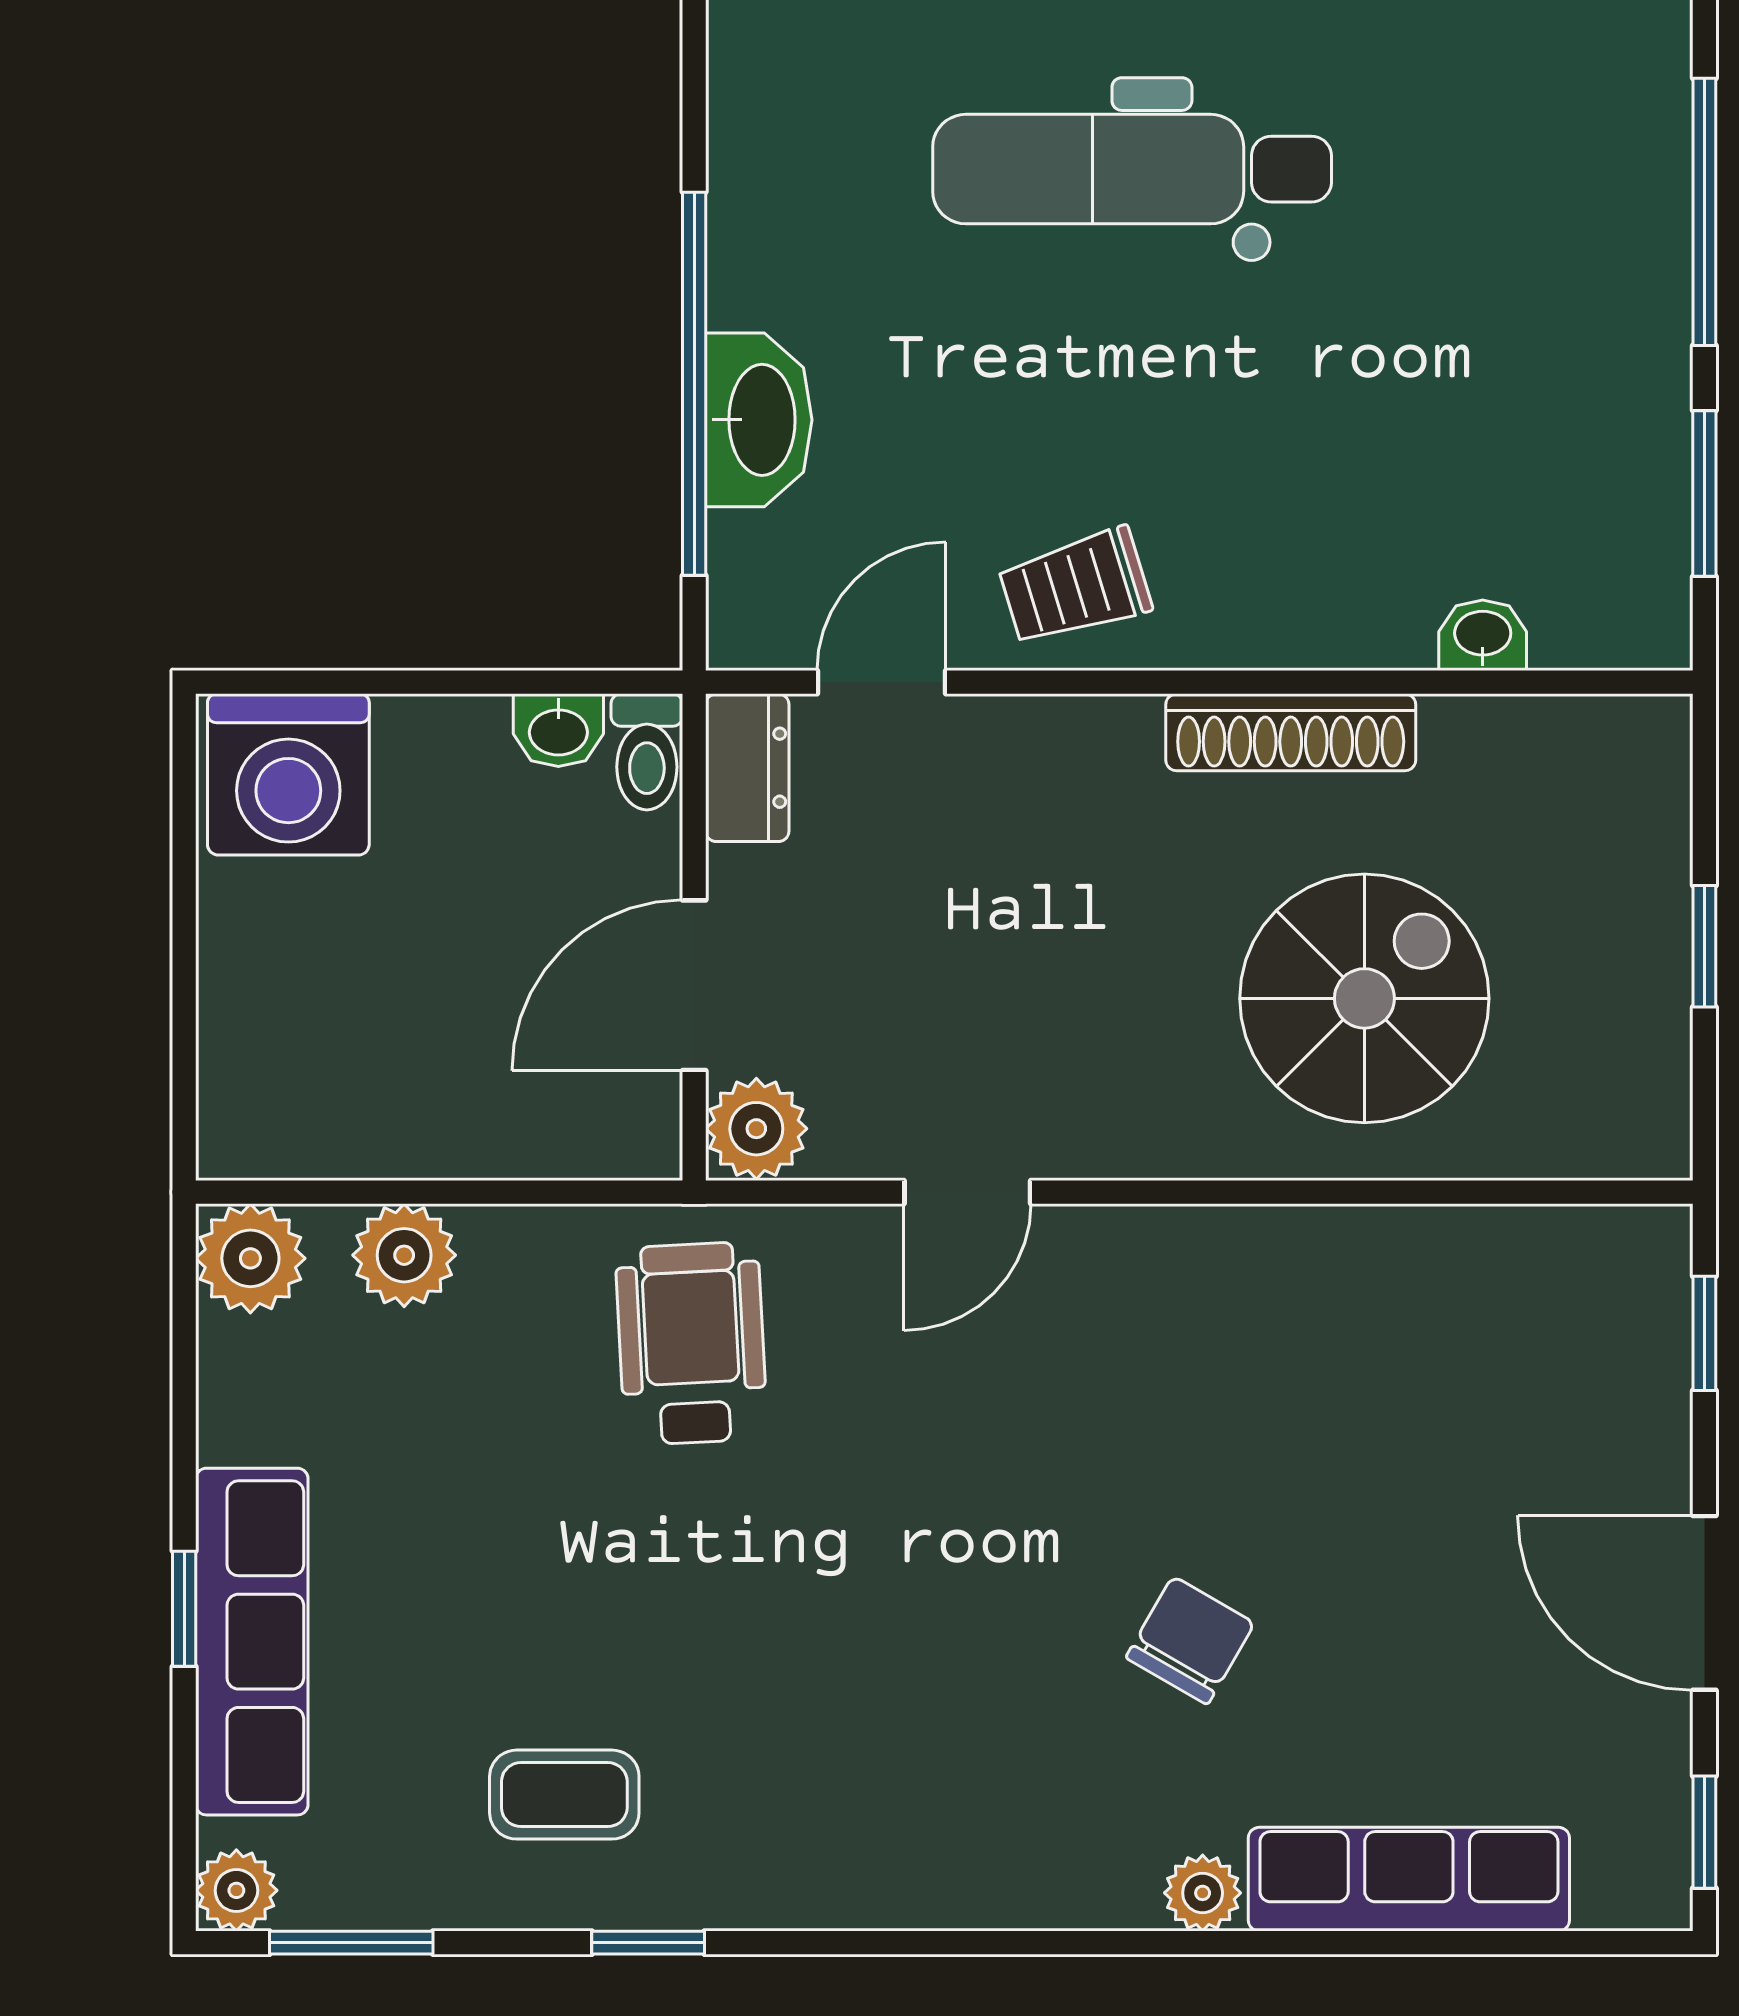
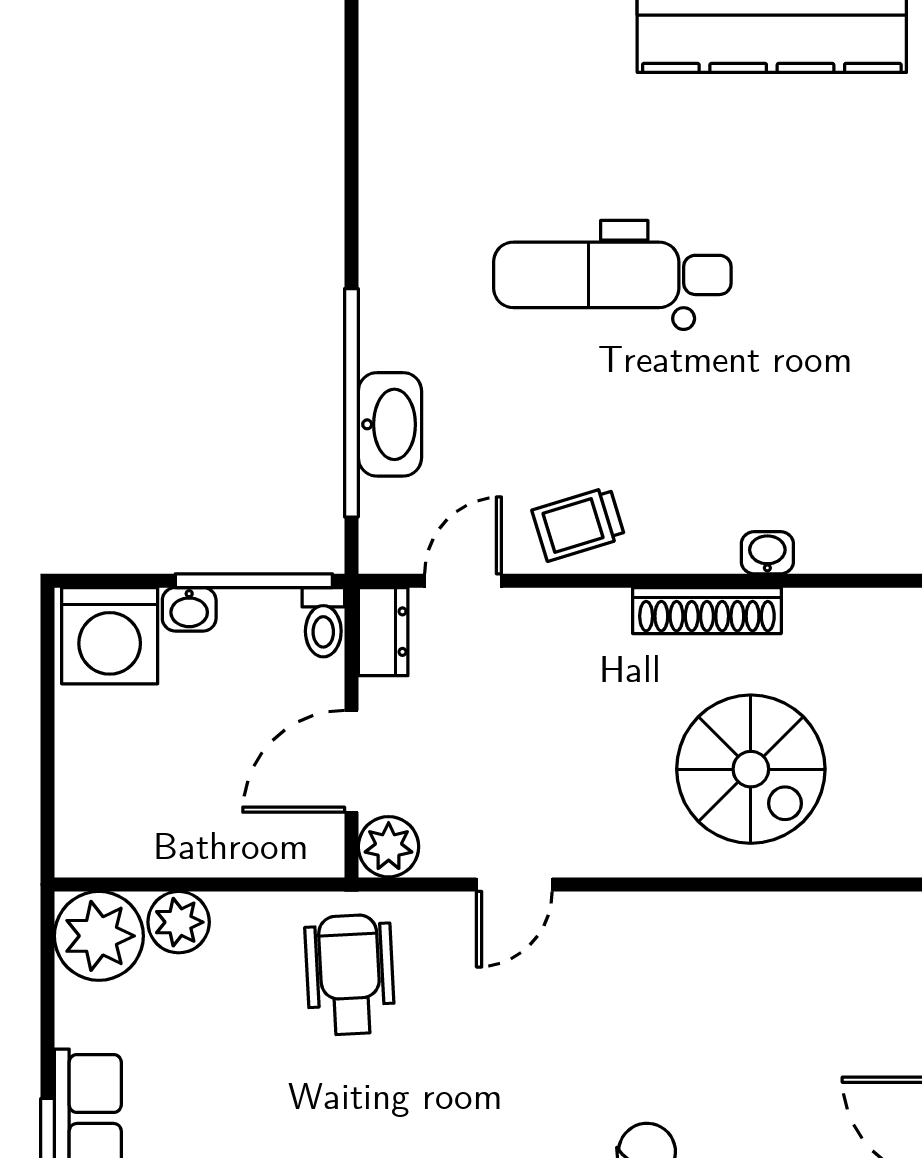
washbasin: (1483, 635) -> (767, 553), moved
window: (530, 682) -> (254, 581), added
washbasin: (558, 730) -> (189, 609), moved
spiral stairs: (1364, 998) -> (751, 769), turned 90
plant: (250, 1258) -> (99, 936), width x1.36, depth x1.36

